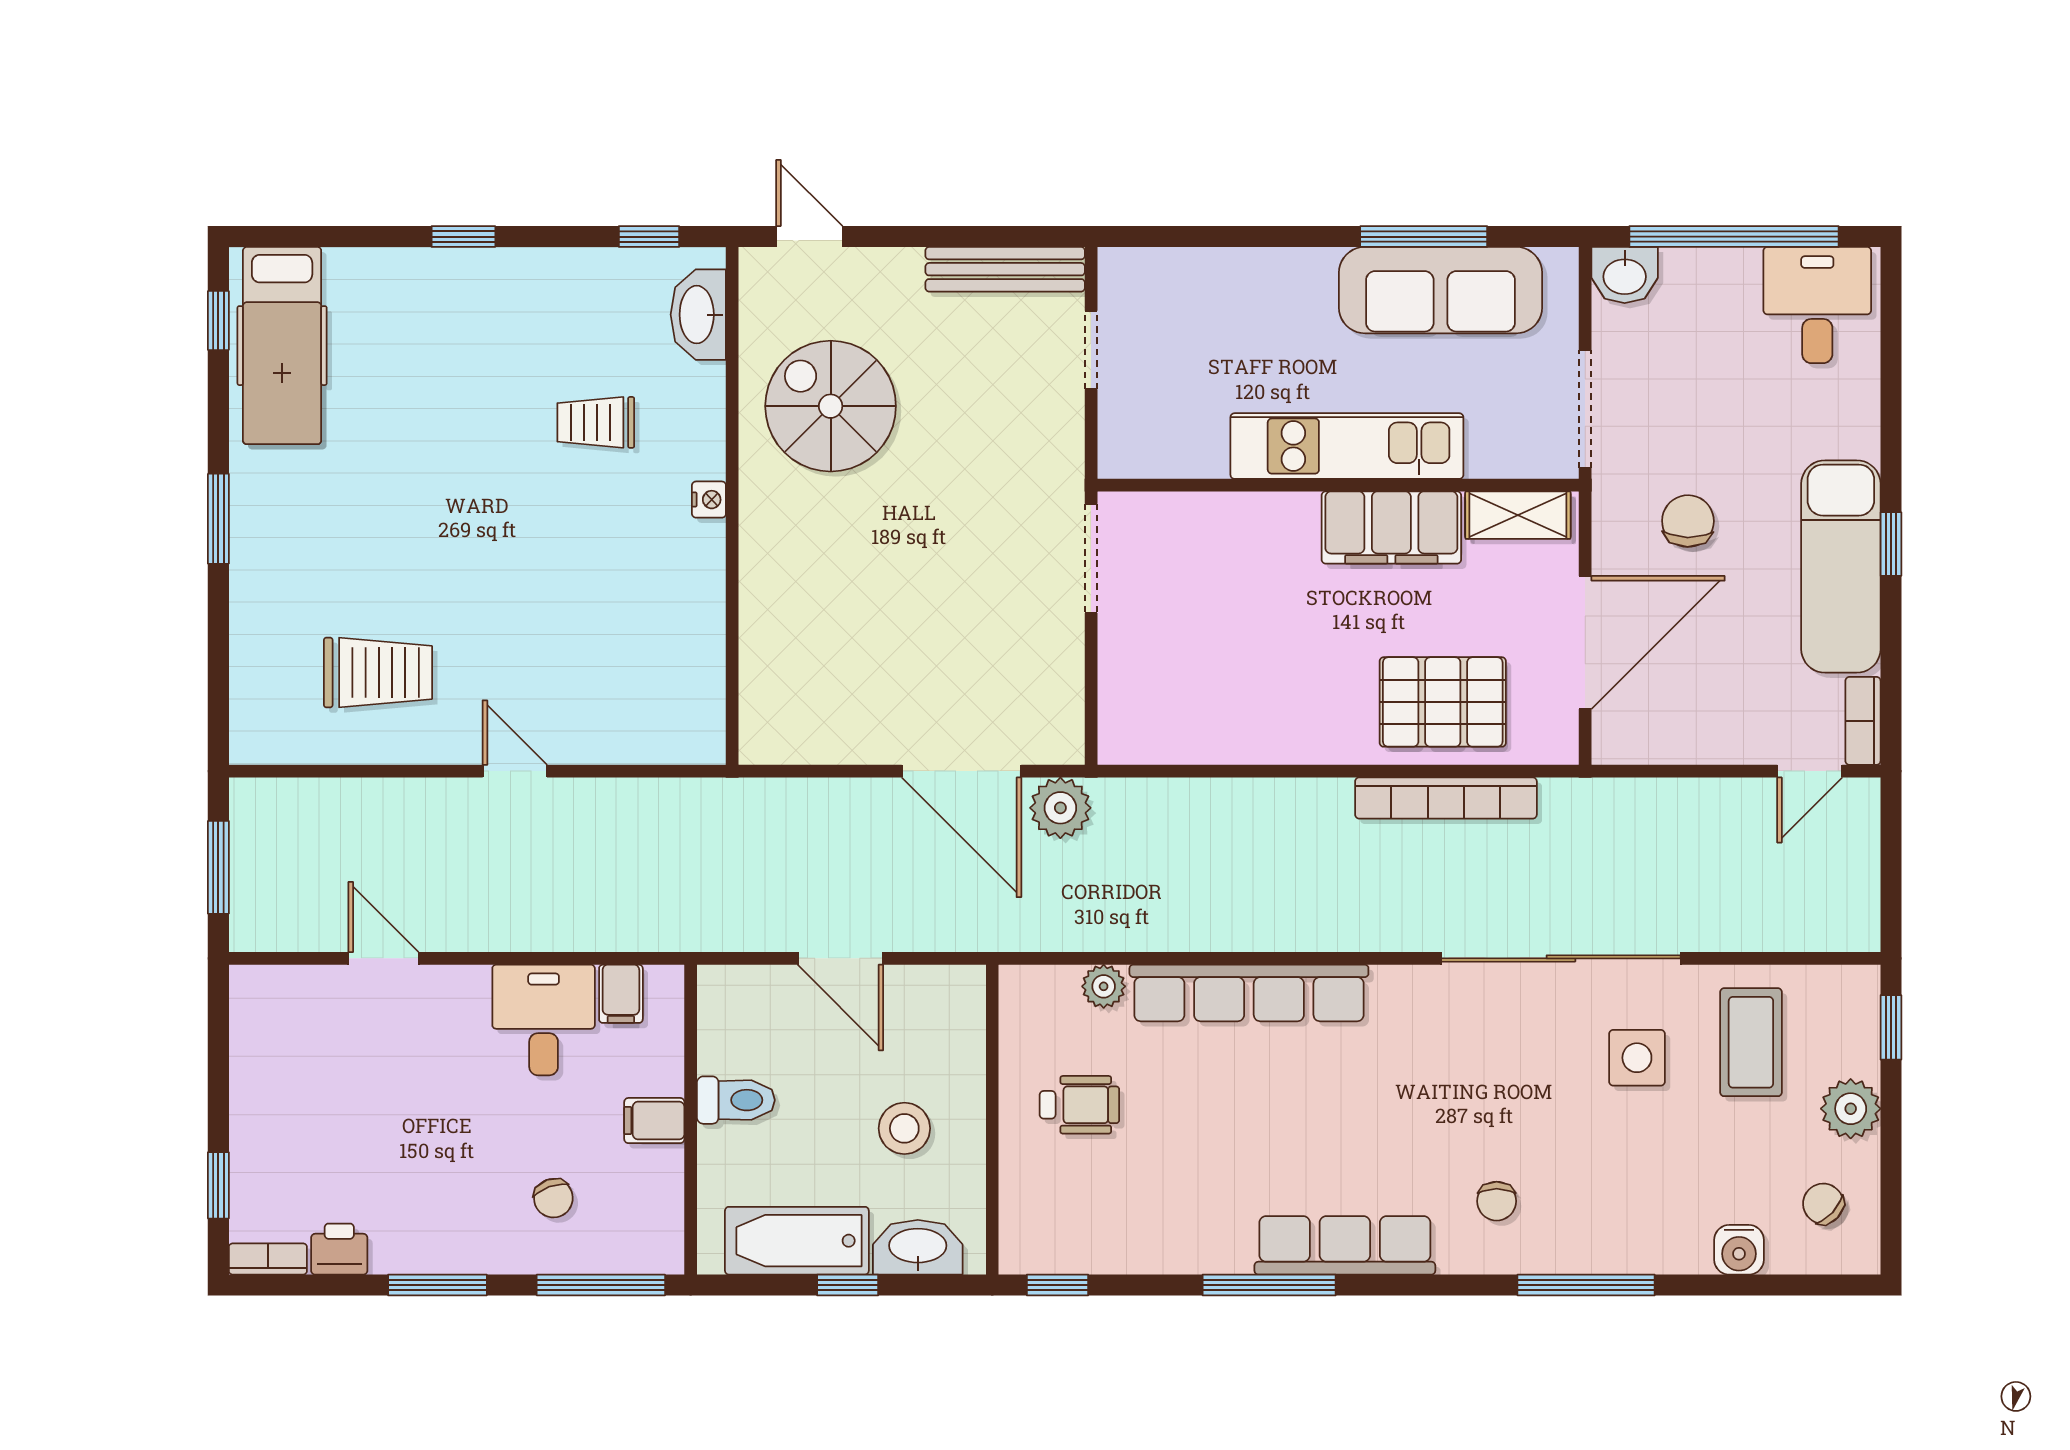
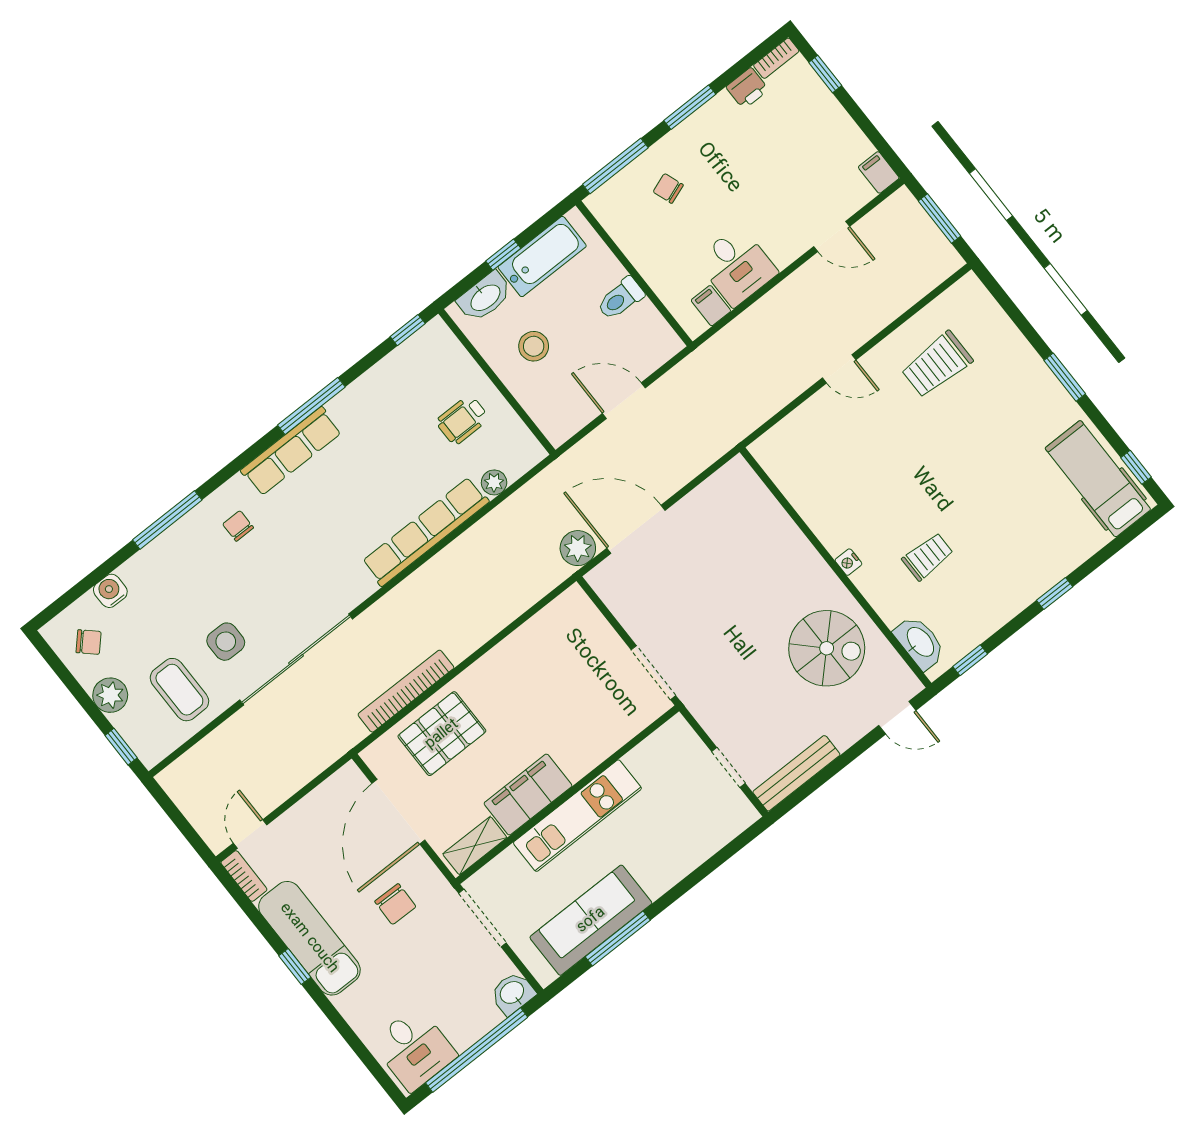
filing cabinet: (654, 1121) -> (879, 172), moved, turned -90

